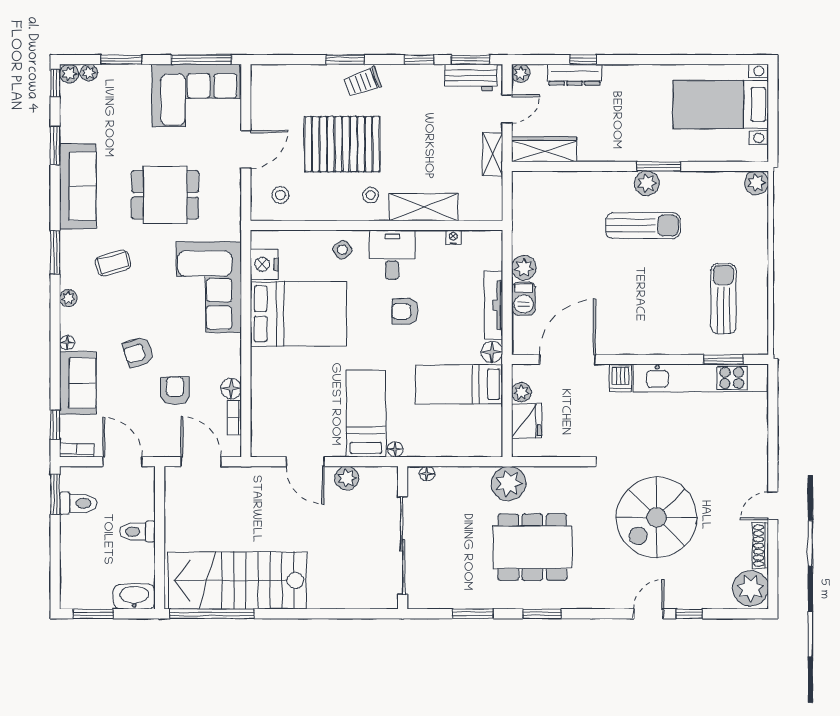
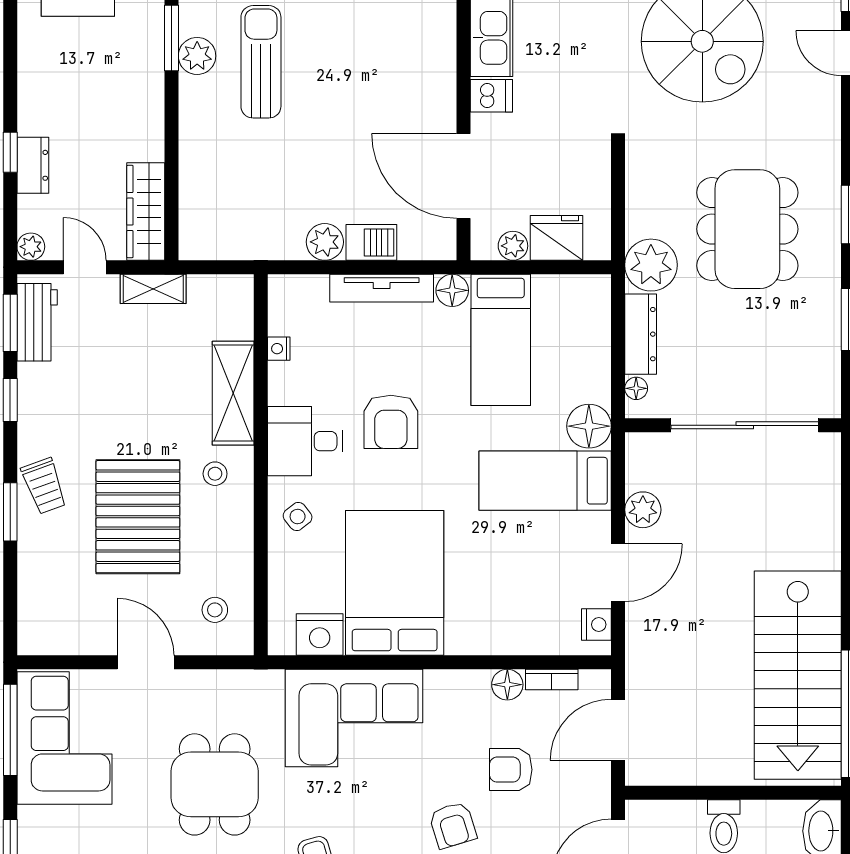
dresser: (575, 75) -> (33, 165), width x0.70
armchair: (405, 311) -> (391, 422), width x1.38, depth x1.38
nightstand: (271, 447) -> (596, 625), added
floor lamp: (395, 449) -> (589, 426), width x1.89, depth x1.89
dresser: (463, 477) -> (641, 334), added

